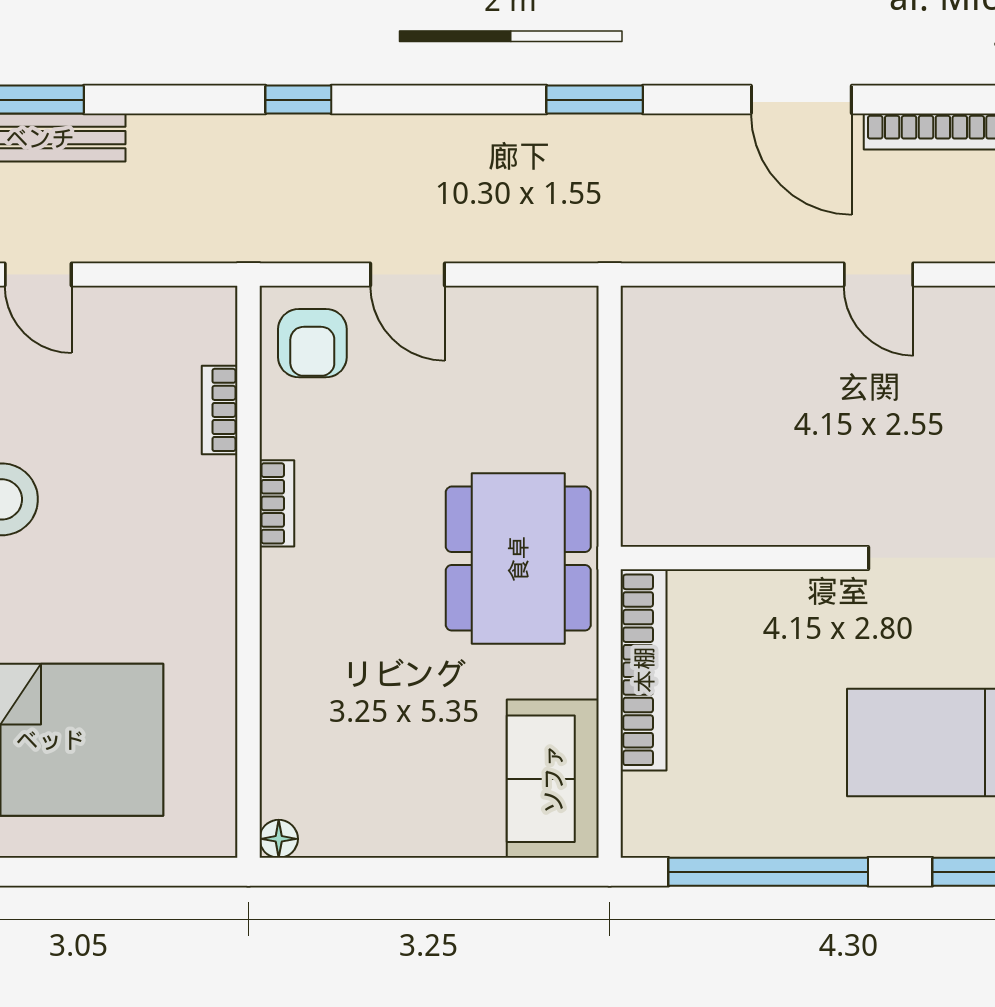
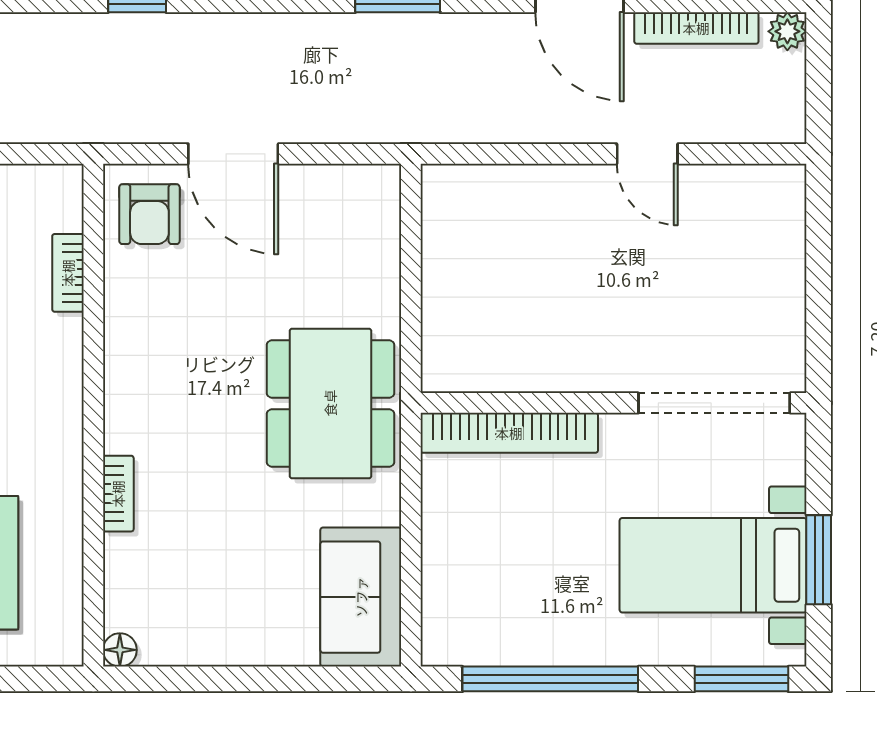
door: (408, 275) -> (233, 154), width x1.38
bookcase: (277, 503) -> (118, 494), moved
bookcase: (644, 670) -> (509, 433), moved, turned 90

